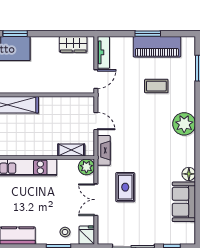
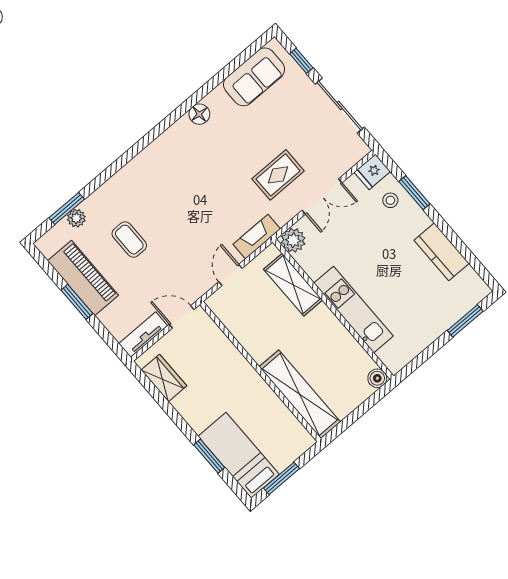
plant: (184, 124) -> (76, 218), moved, width x0.53, depth x0.53
shelving: (71, 150) -> (293, 285), width x1.50, depth x1.33
sofa: (184, 202) -> (254, 77), moved

